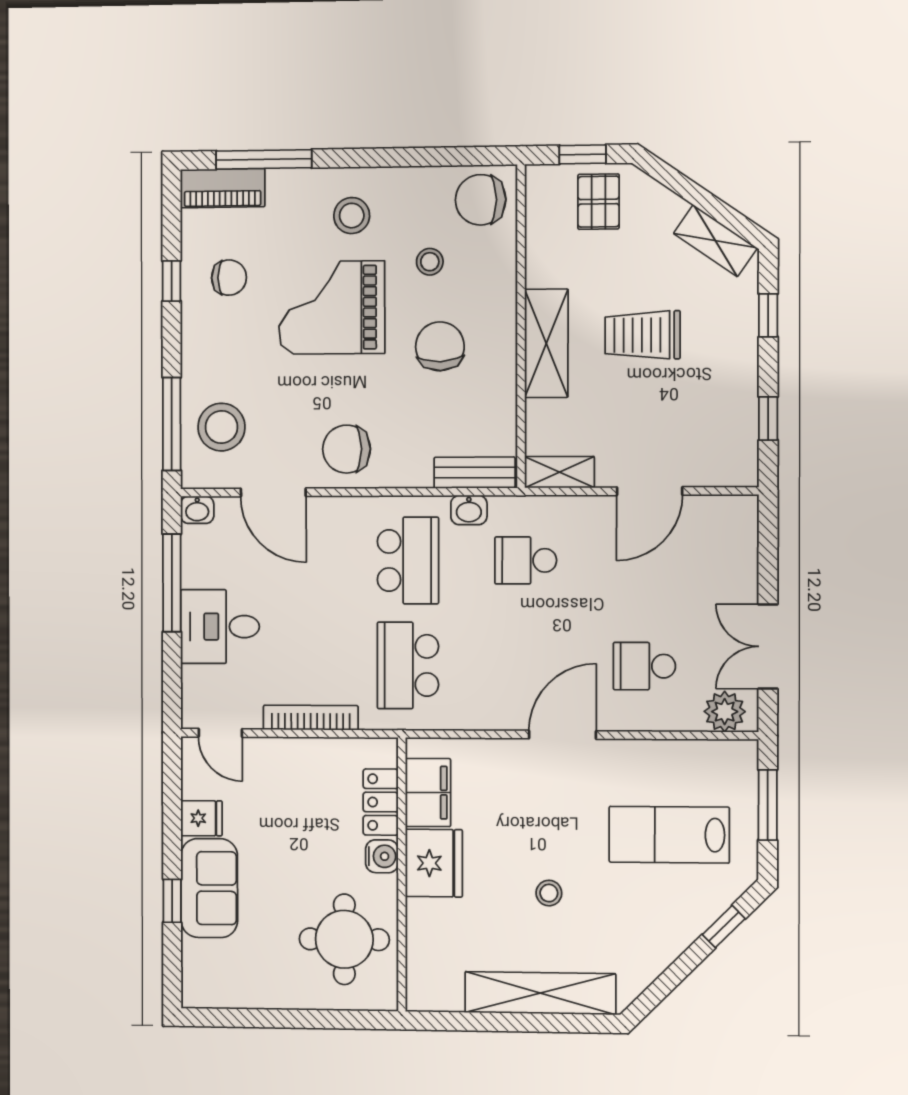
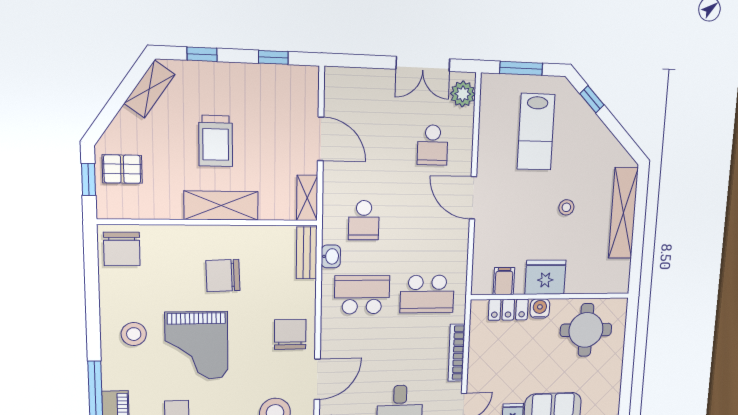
stool: (430, 262) -> (165, 283), removed
chair: (346, 449) -> (290, 334), turned 180
filing cabinet: (428, 793) -> (504, 281), width x0.50

